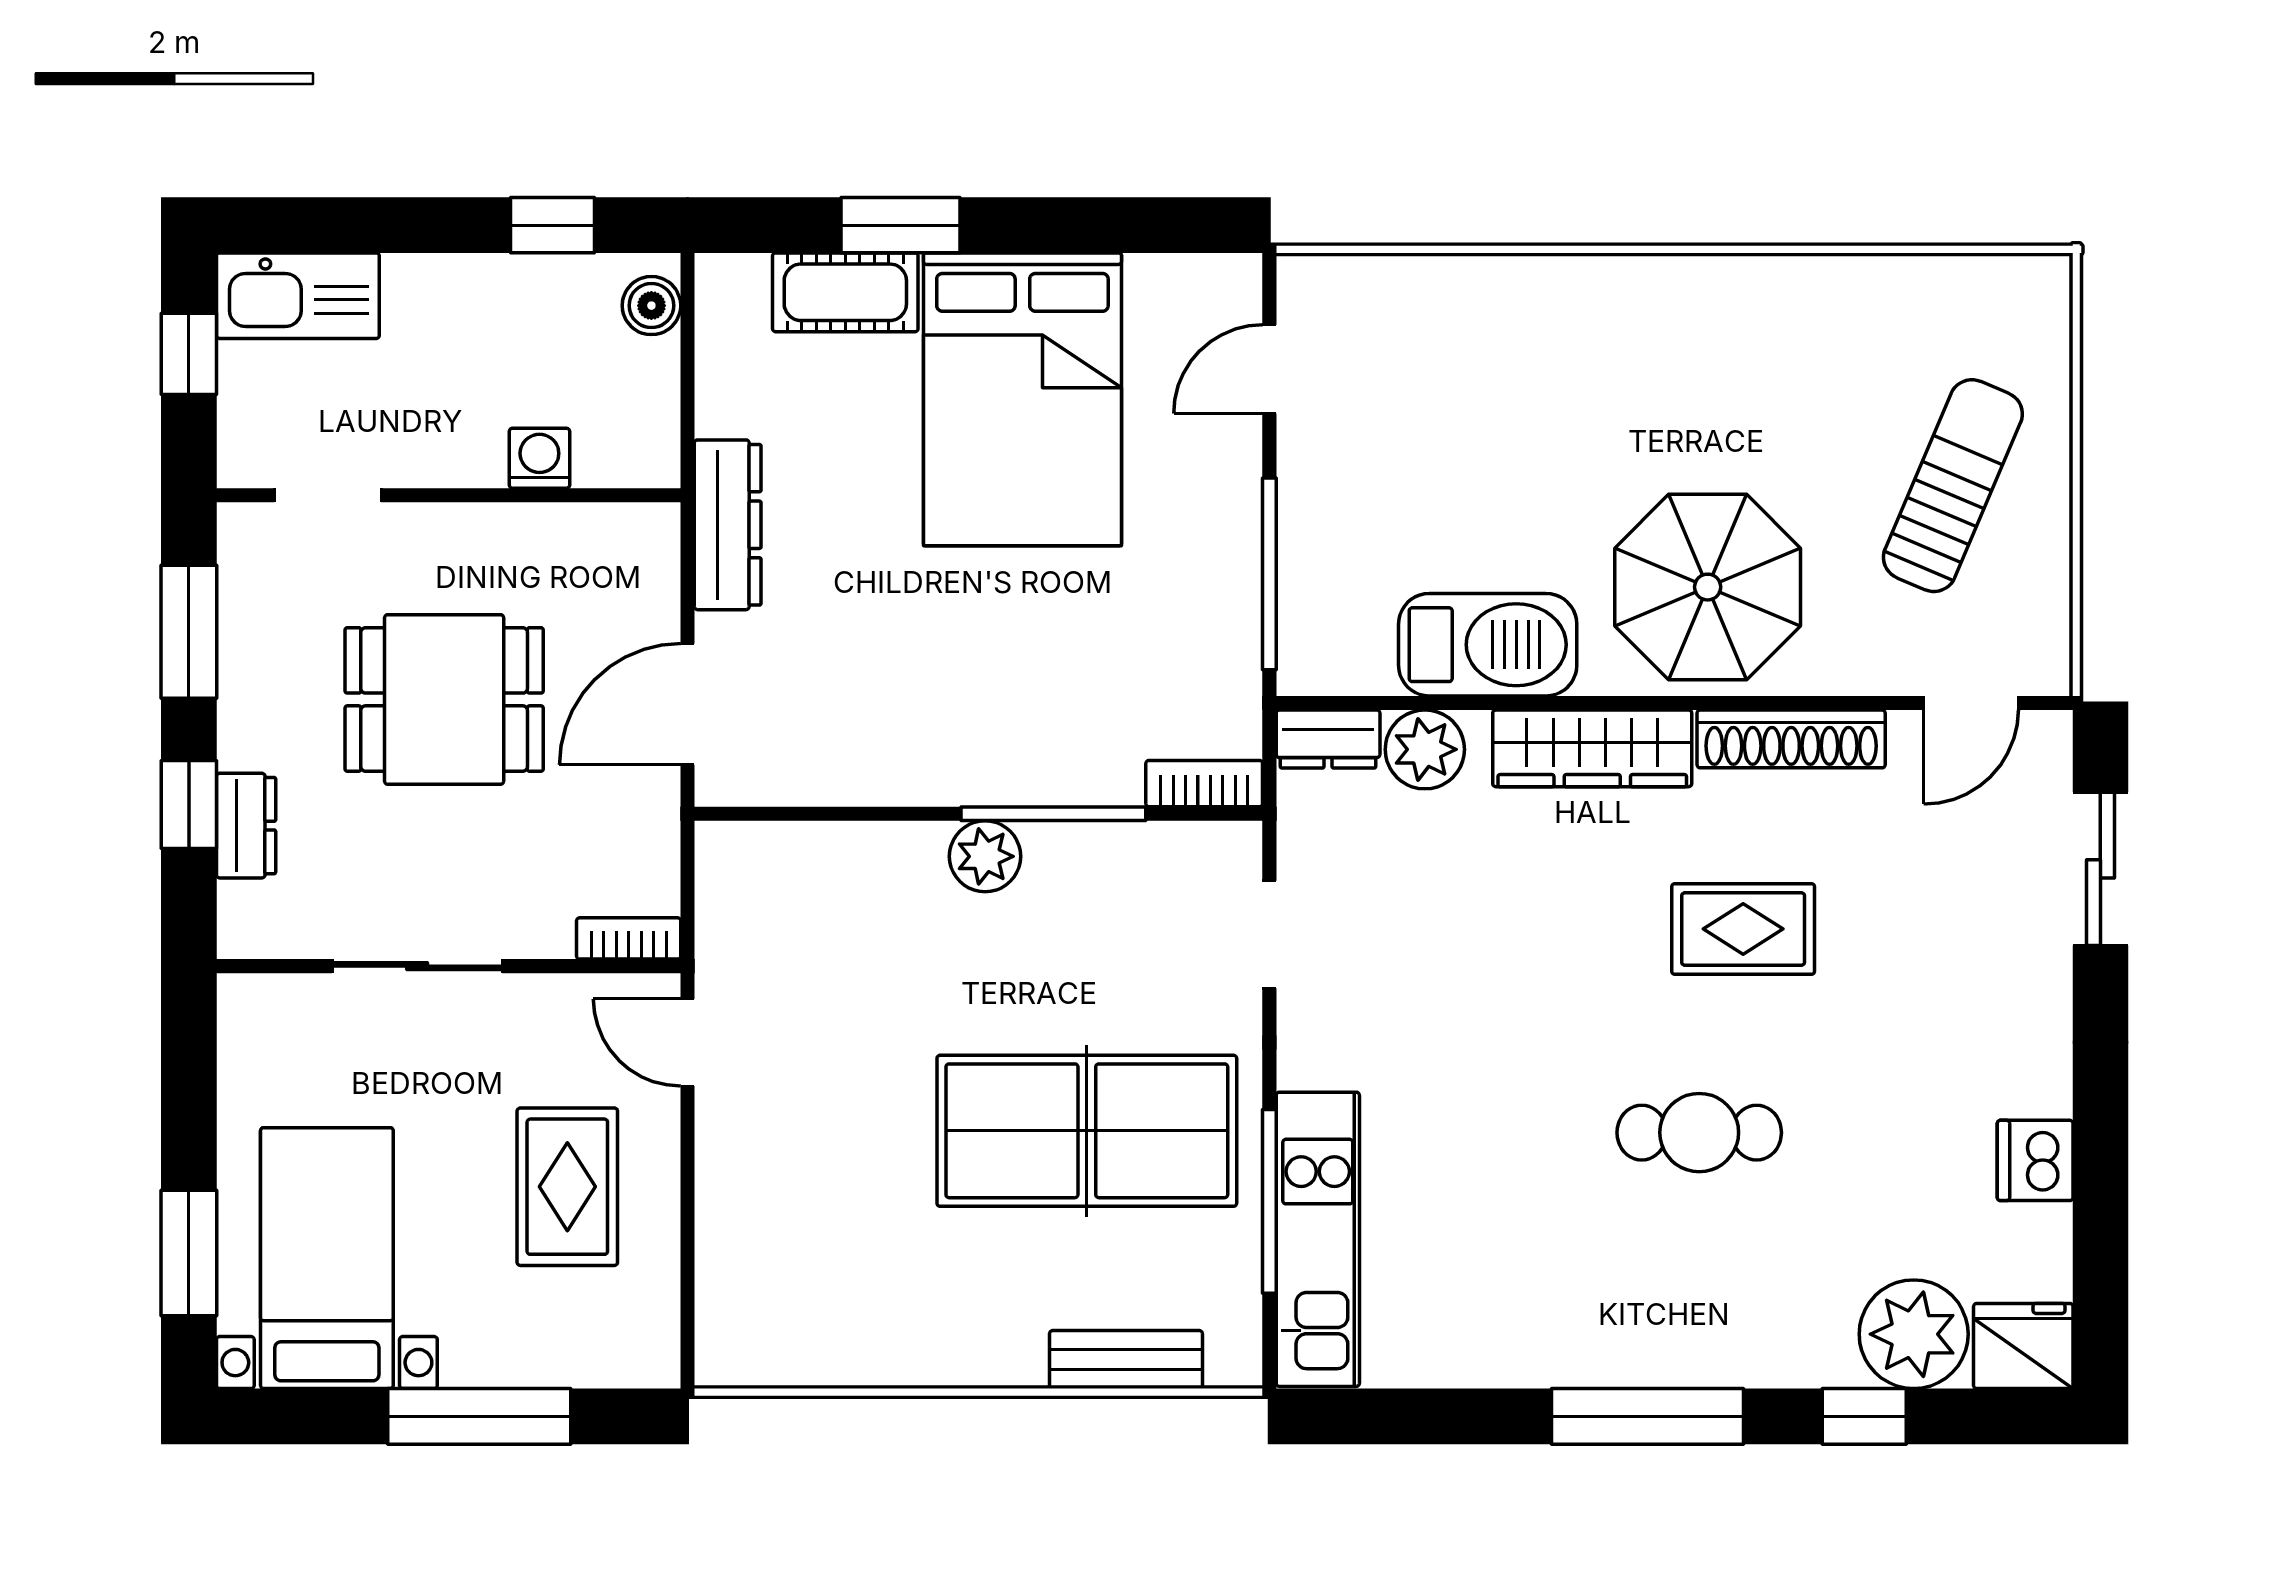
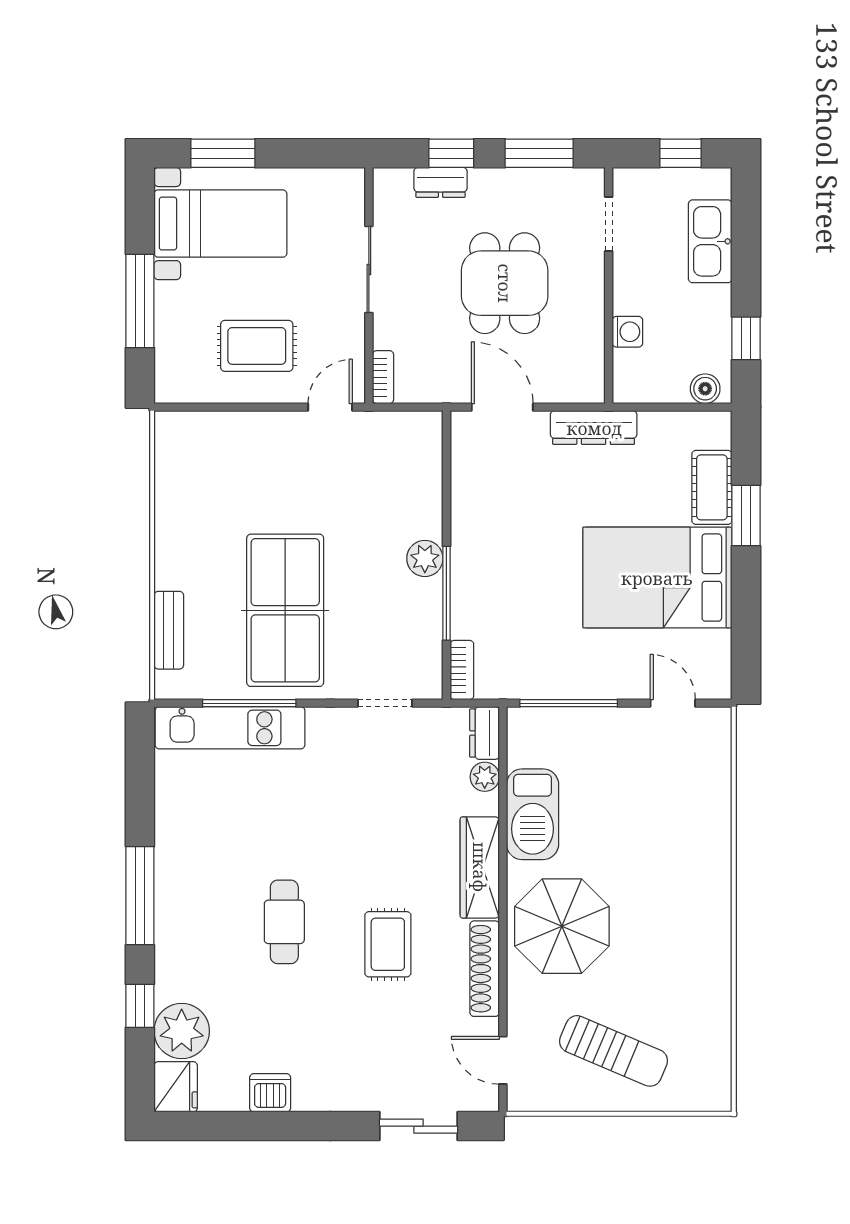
kitchen sink: (298, 296) -> (710, 241), moved
plant: (1425, 749) -> (485, 777), width x0.73, depth x0.73

